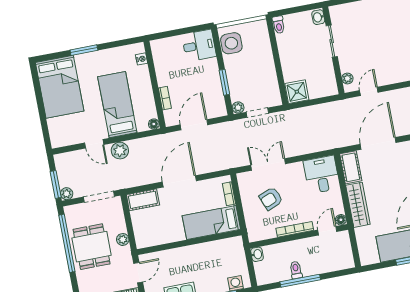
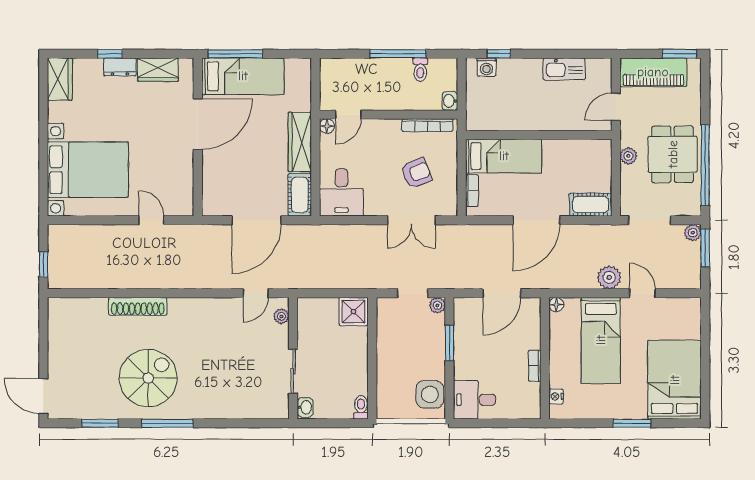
bookcase: (165, 98) -> (535, 366), moved
bookcase: (295, 229) -> (427, 125), moved
toilet: (296, 270) -> (420, 70), moved

